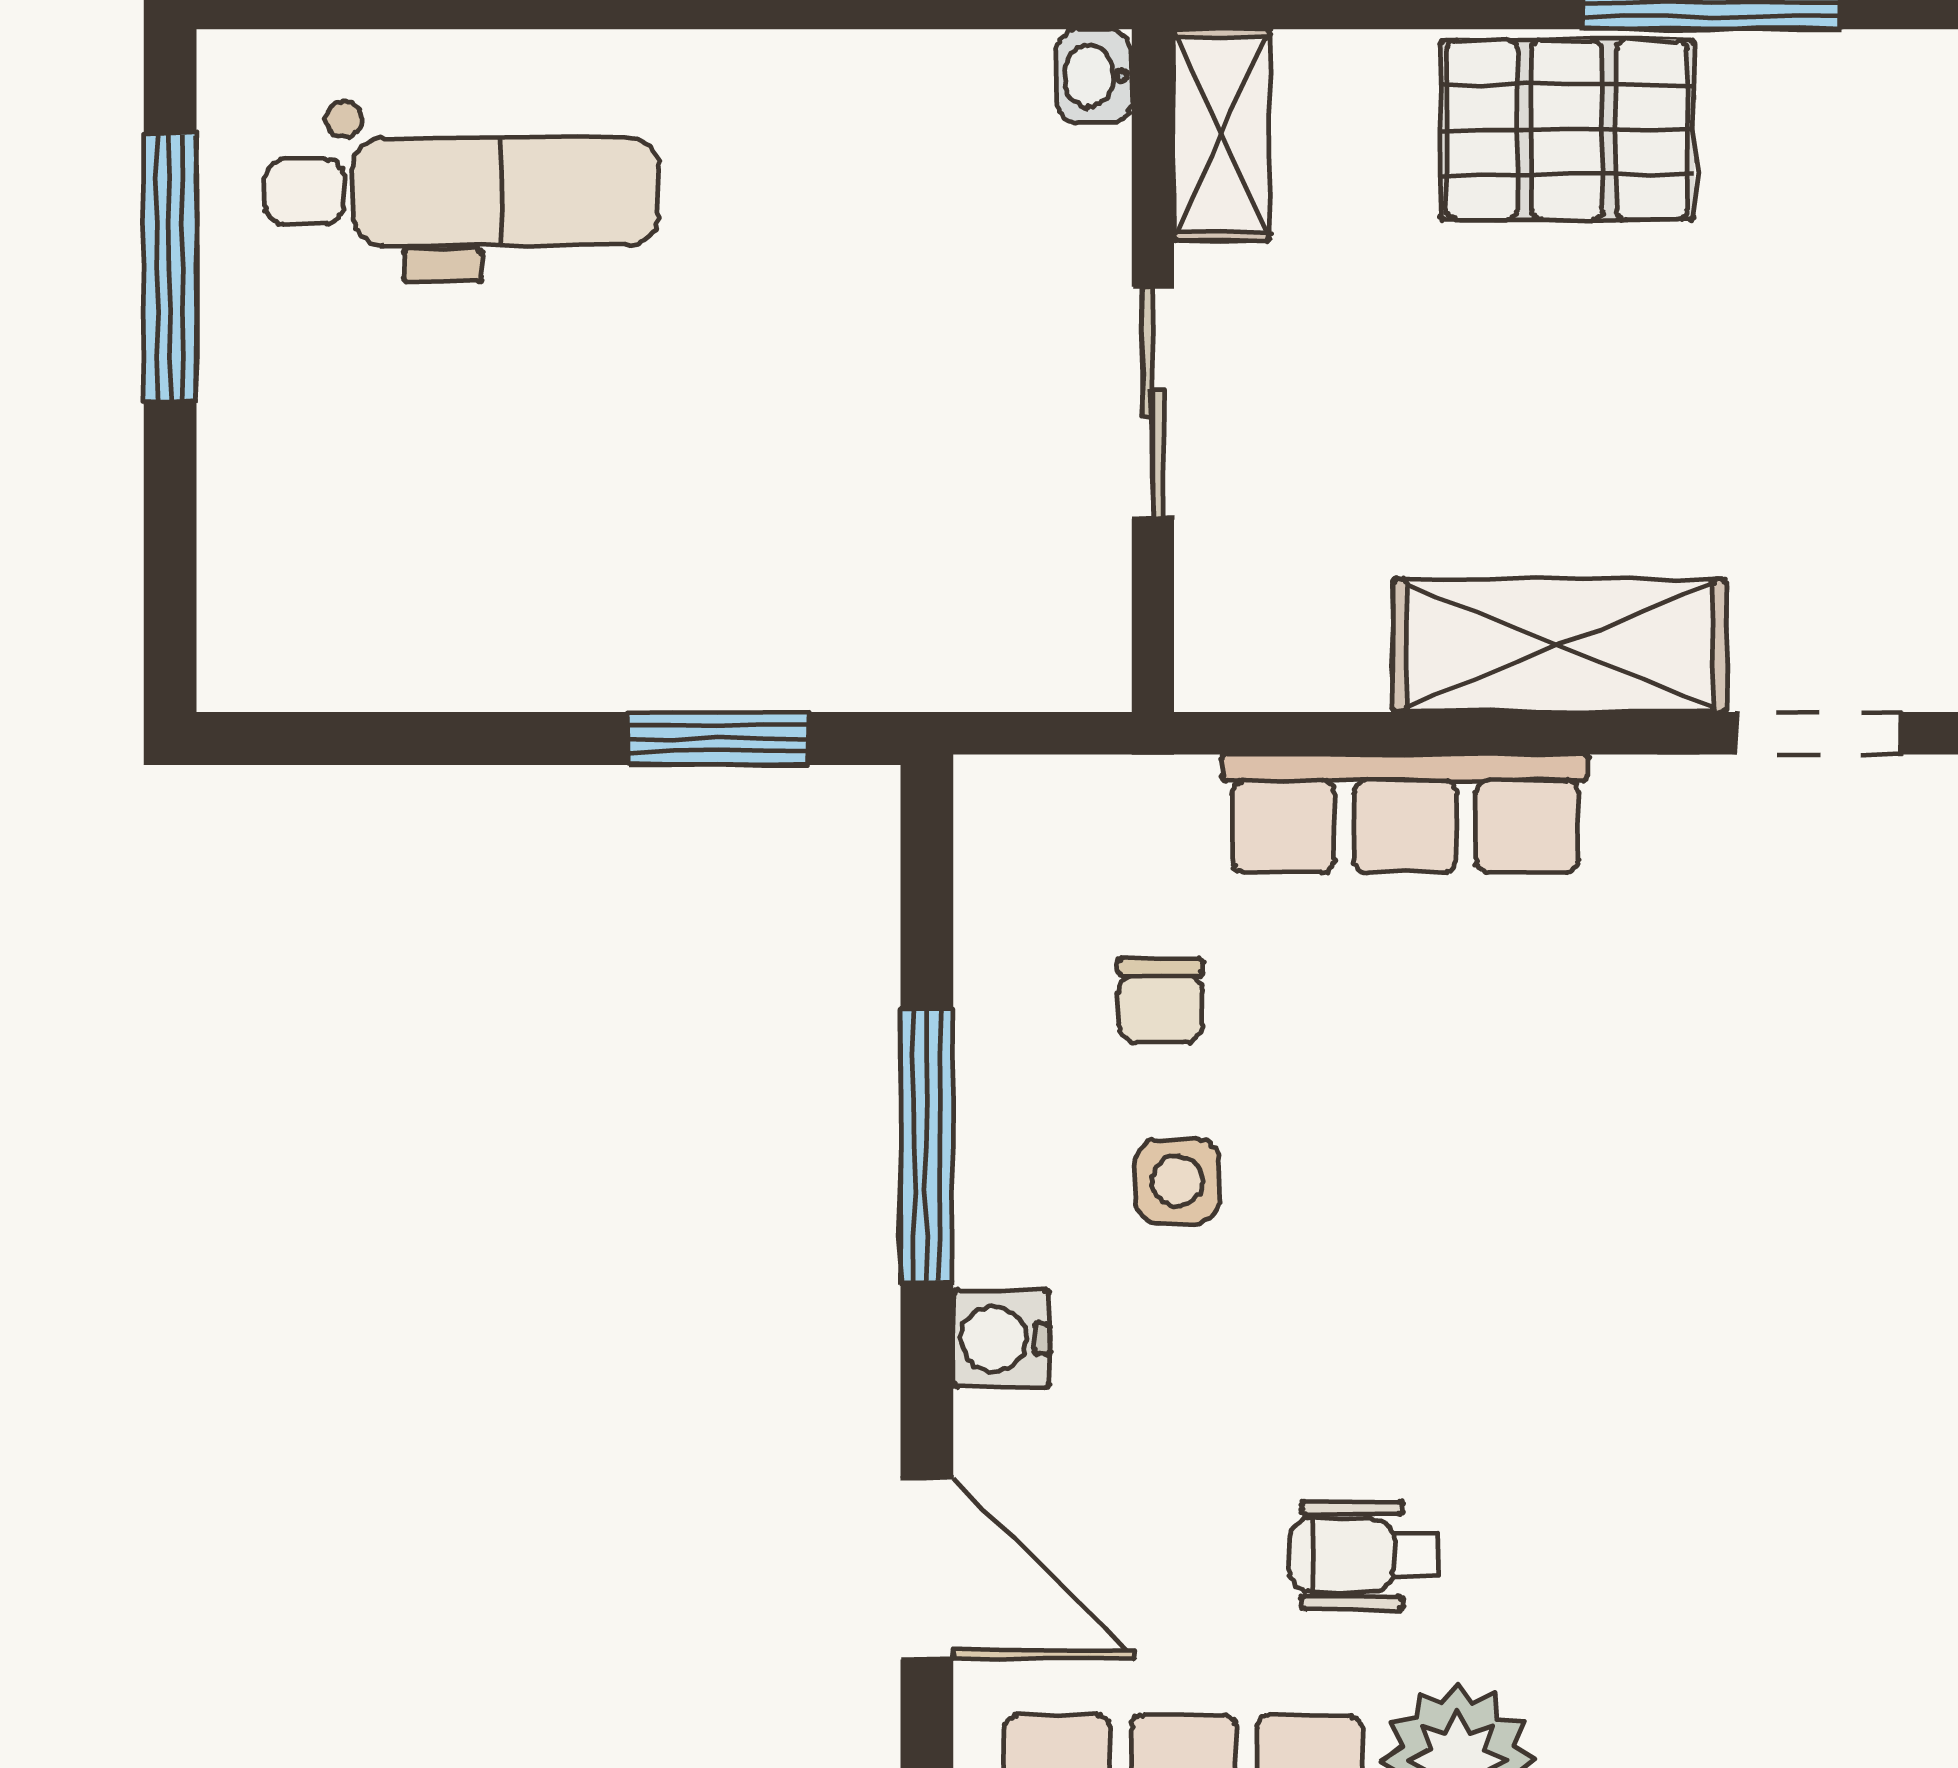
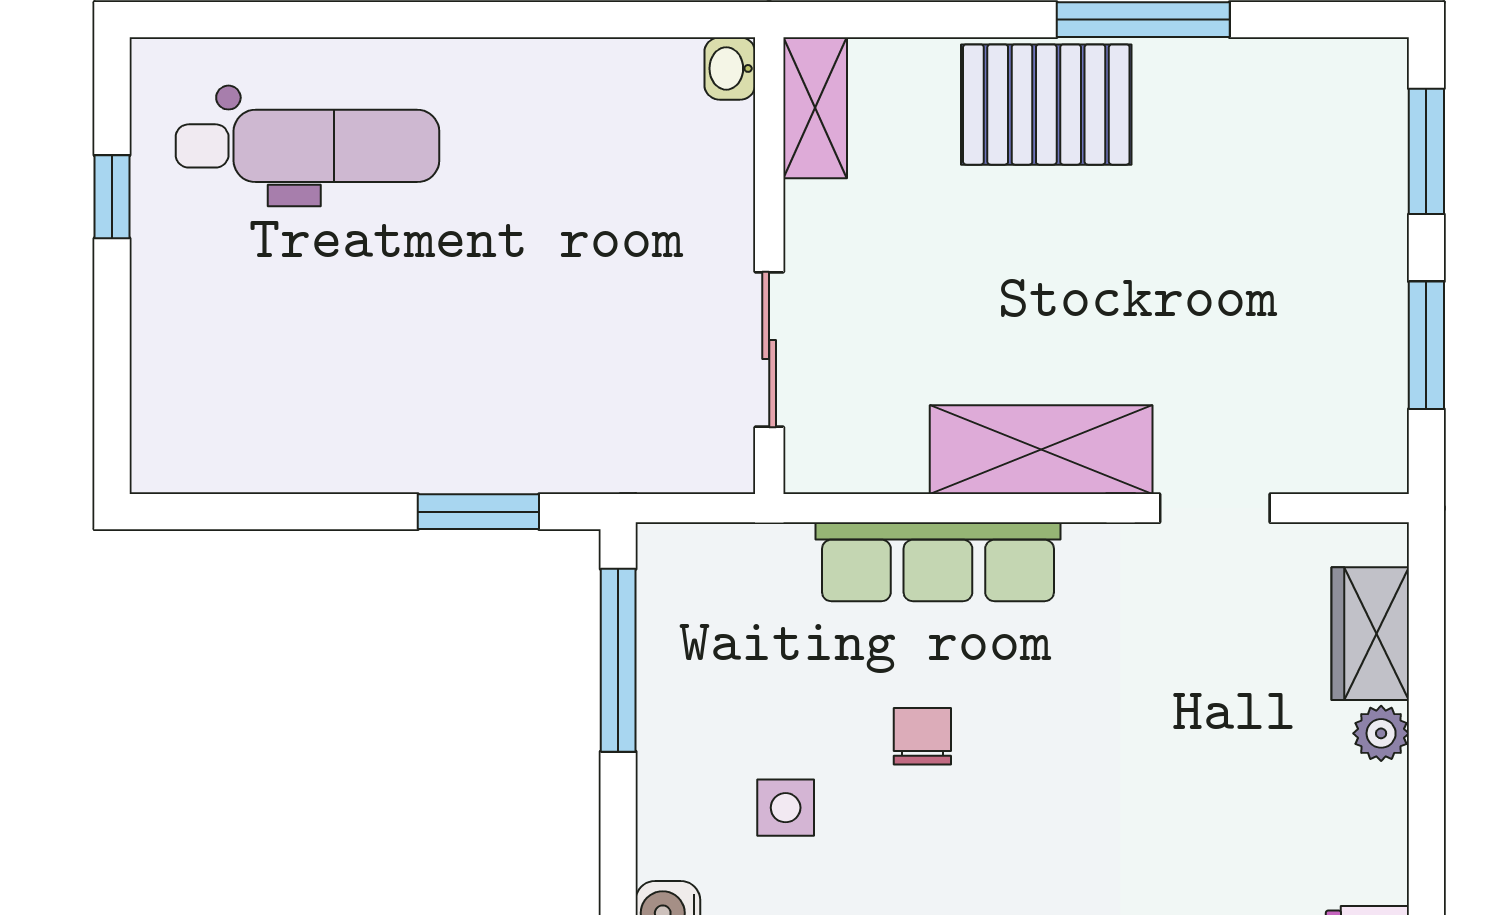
window: (170, 268) -> (112, 197), width x0.46
sliding door: (1153, 403) -> (769, 349), moved
chair: (1160, 1001) -> (922, 736), moved, turned 180
window: (927, 1146) -> (618, 660), moved

